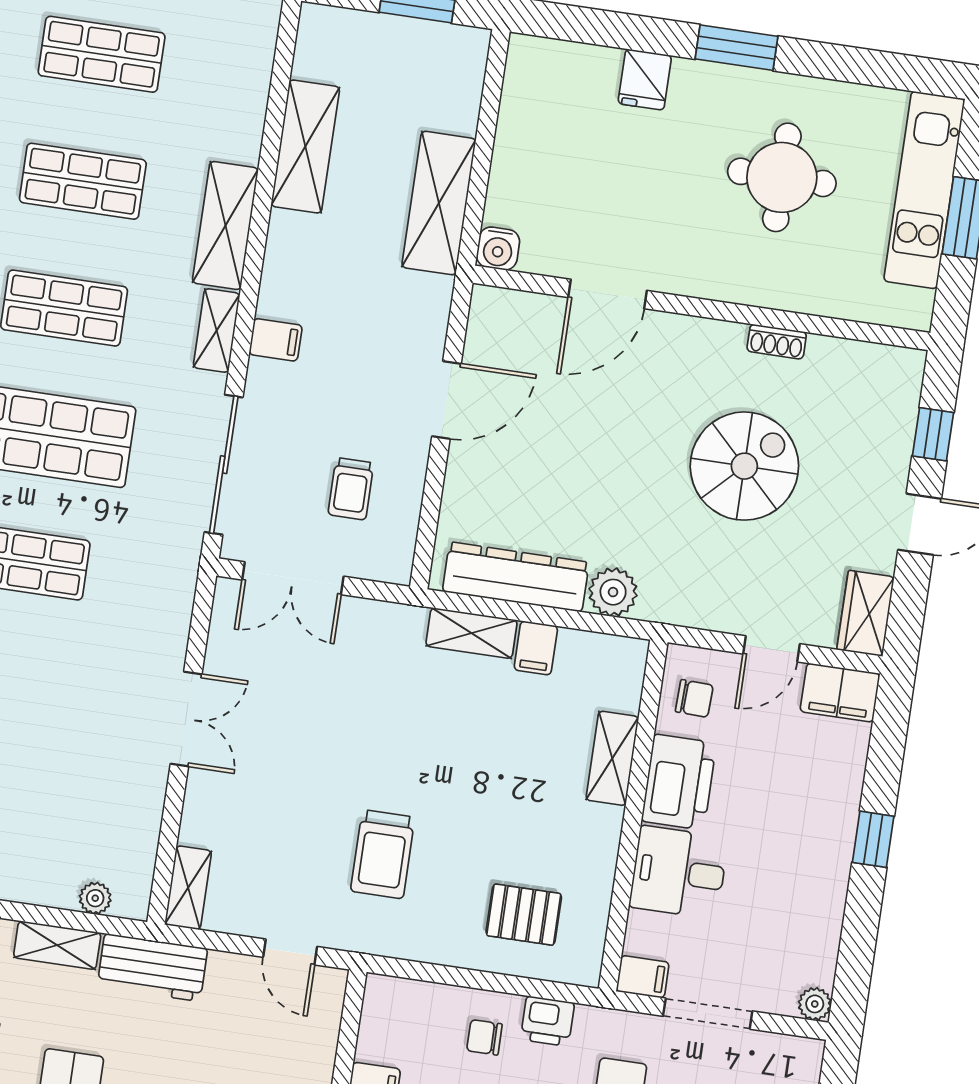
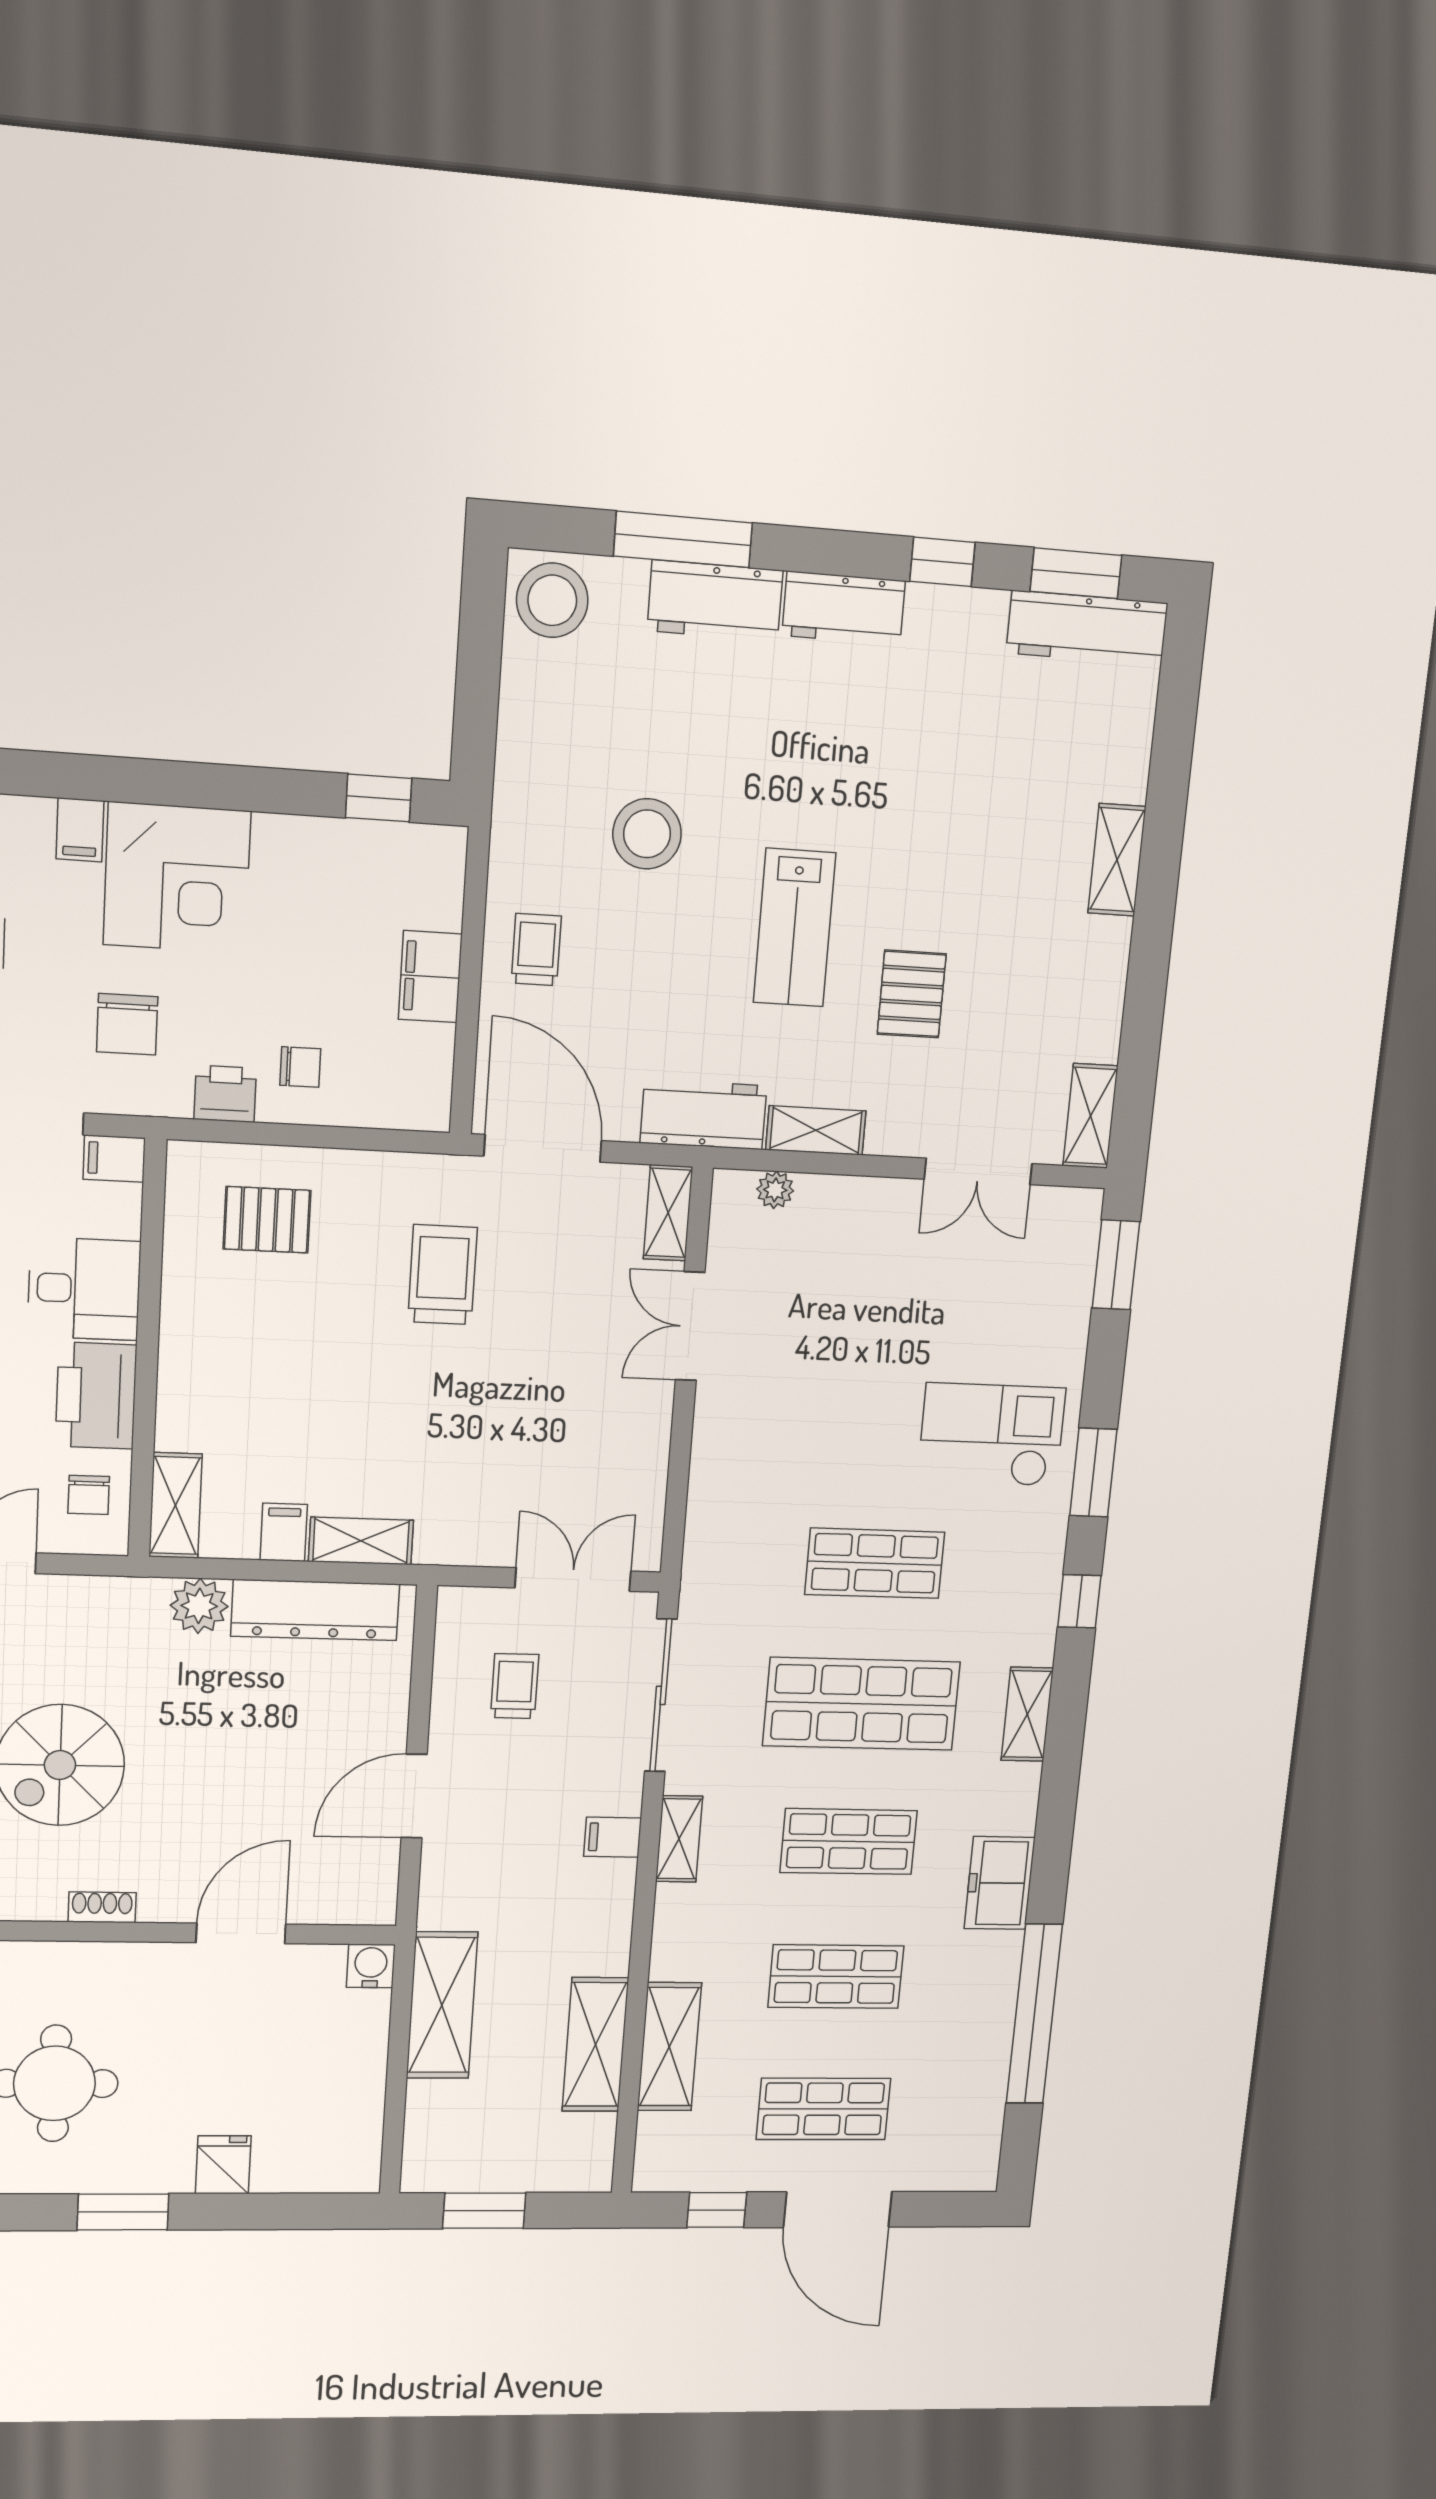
shelving: (225, 226) -> (669, 2047), moved
shoe rack: (777, 342) -> (102, 1907), moved
chair: (694, 698) -> (89, 1495), turned -92
double door: (186, 719) -> (690, 1326), moved
shelving: (612, 758) -> (176, 1505), moved
door: (290, 952) -> (543, 1148), width x1.87

